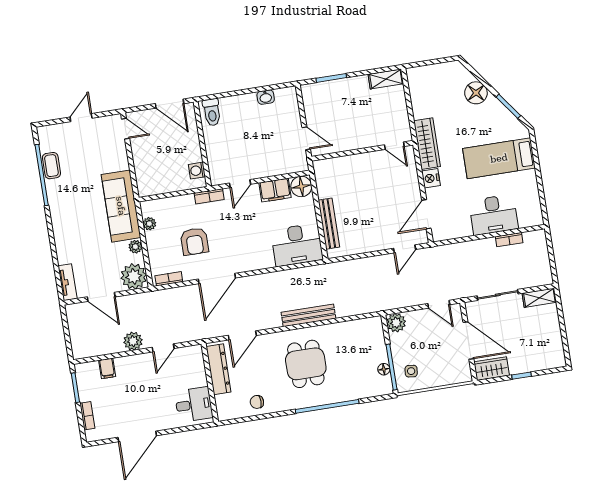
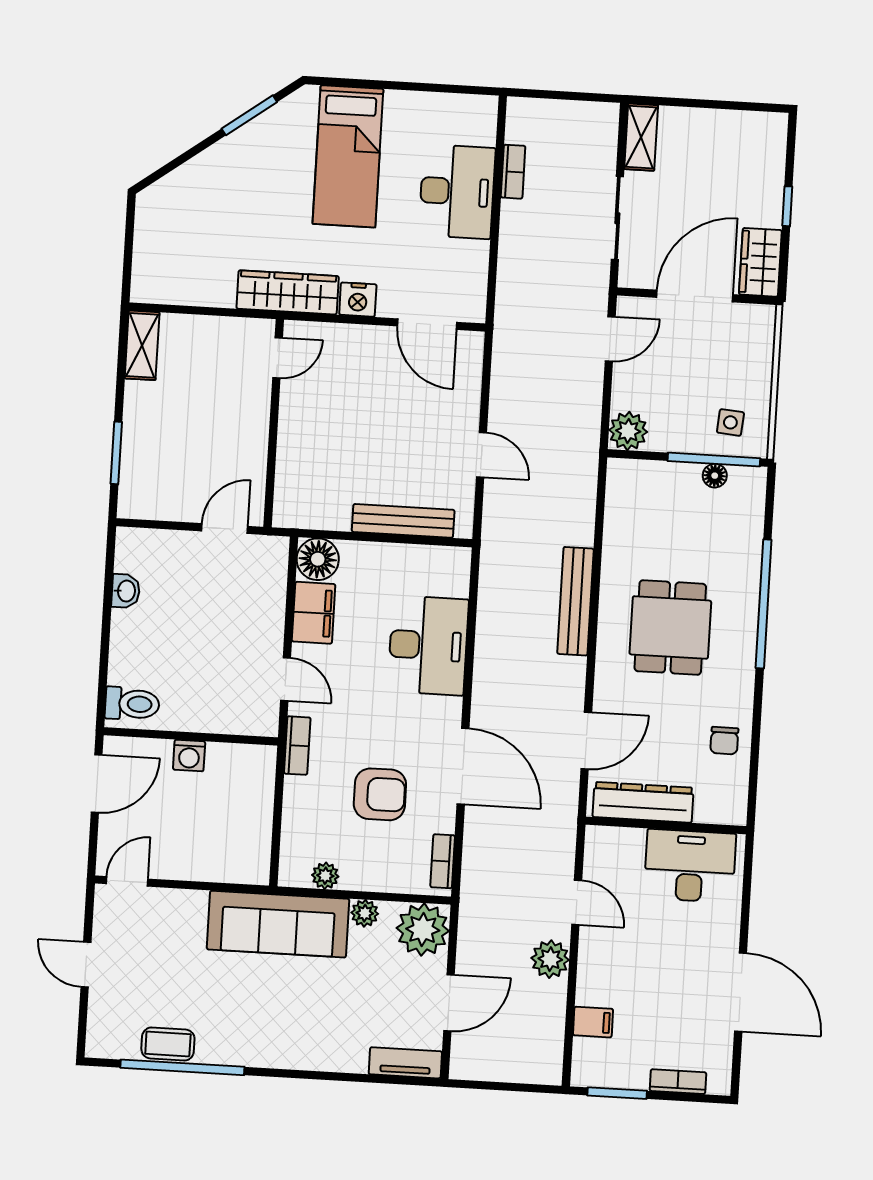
floor lamp: (476, 93) -> (209, 173), removed
washing machine: (197, 171) -> (189, 755), moved
desk: (297, 245) -> (428, 645), moved
door: (405, 249) -> (482, 455), moved
door: (242, 335) -> (586, 741), hinge flipped
dining table: (306, 364) -> (670, 627), turned 90
desk: (194, 405) -> (690, 866), width x1.37

